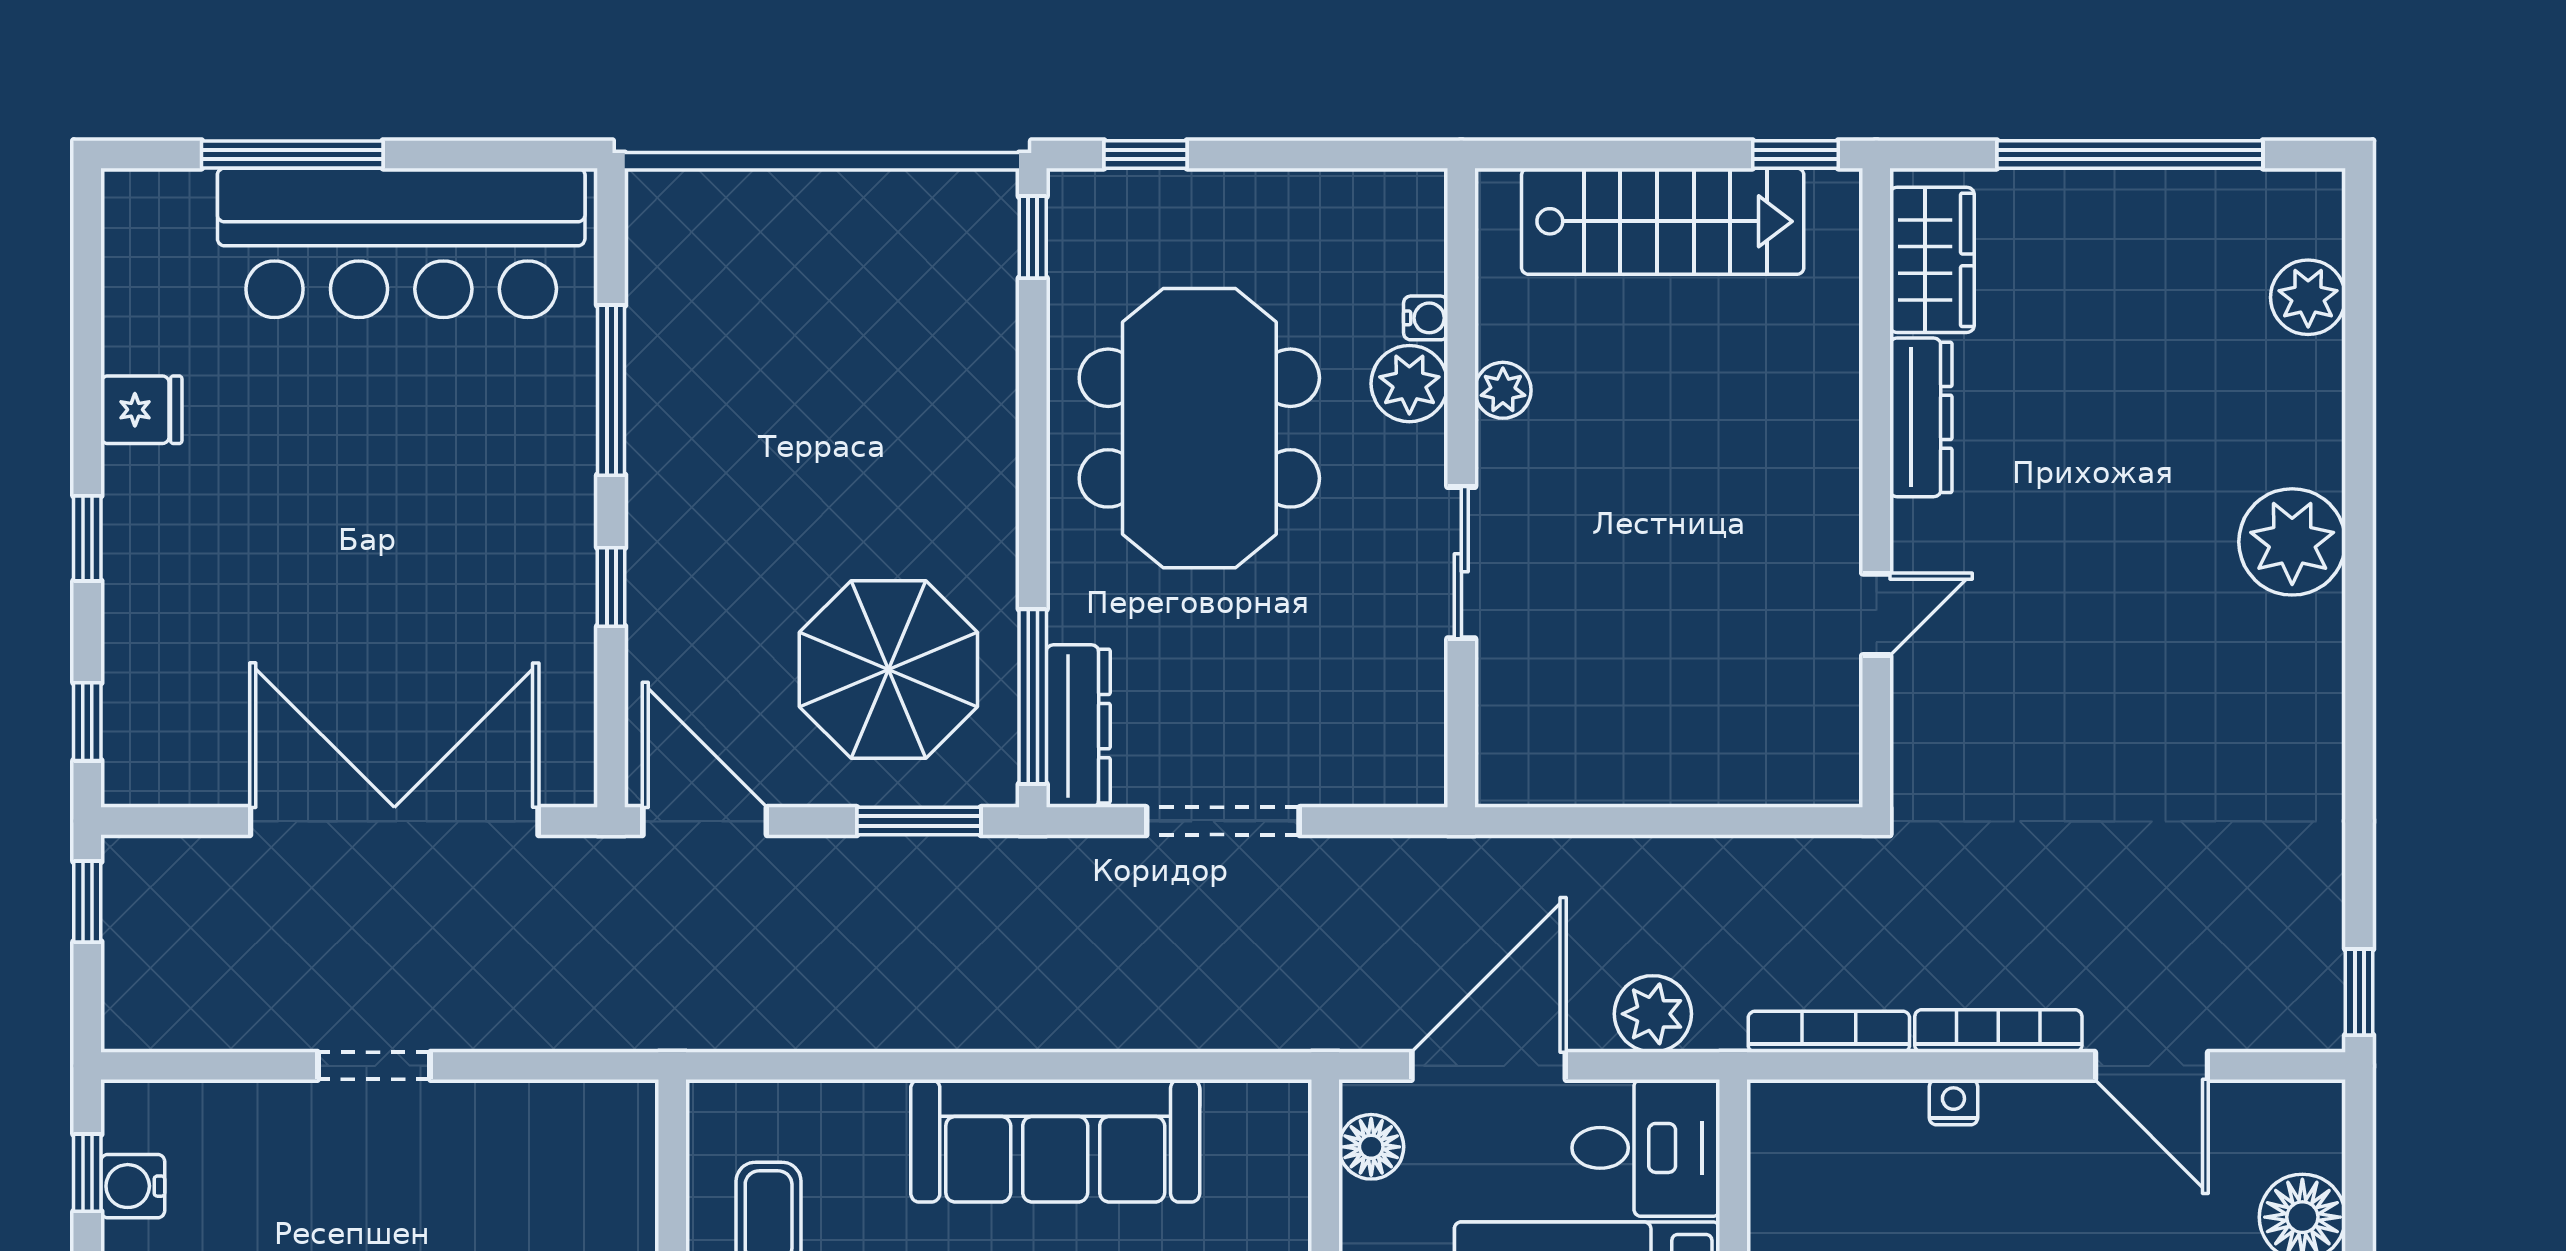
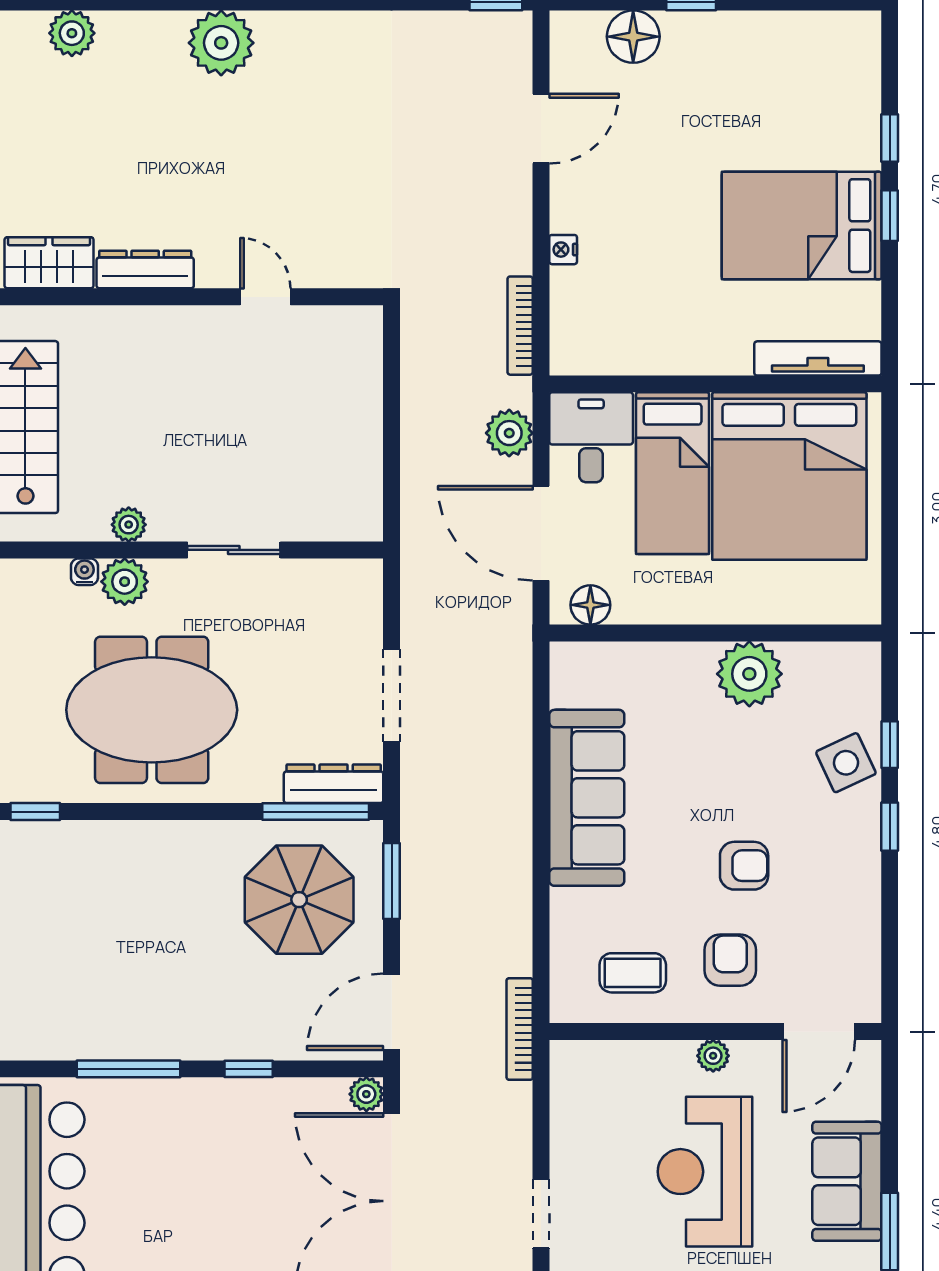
plant: (570, 780) -> (366, 1094), added
bookcase: (1998, 1031) -> (520, 1029), moved

